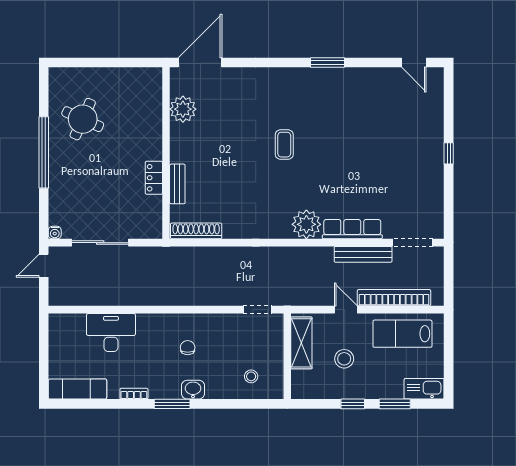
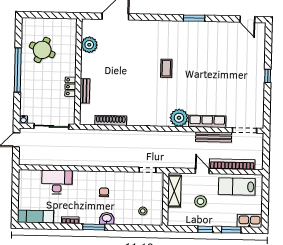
plant: (183, 109) -> (89, 45), moved
wall: (166, 153) -> (78, 72), moved
locker: (154, 178) -> (70, 87), moved
bench: (177, 184) -> (85, 91), moved

